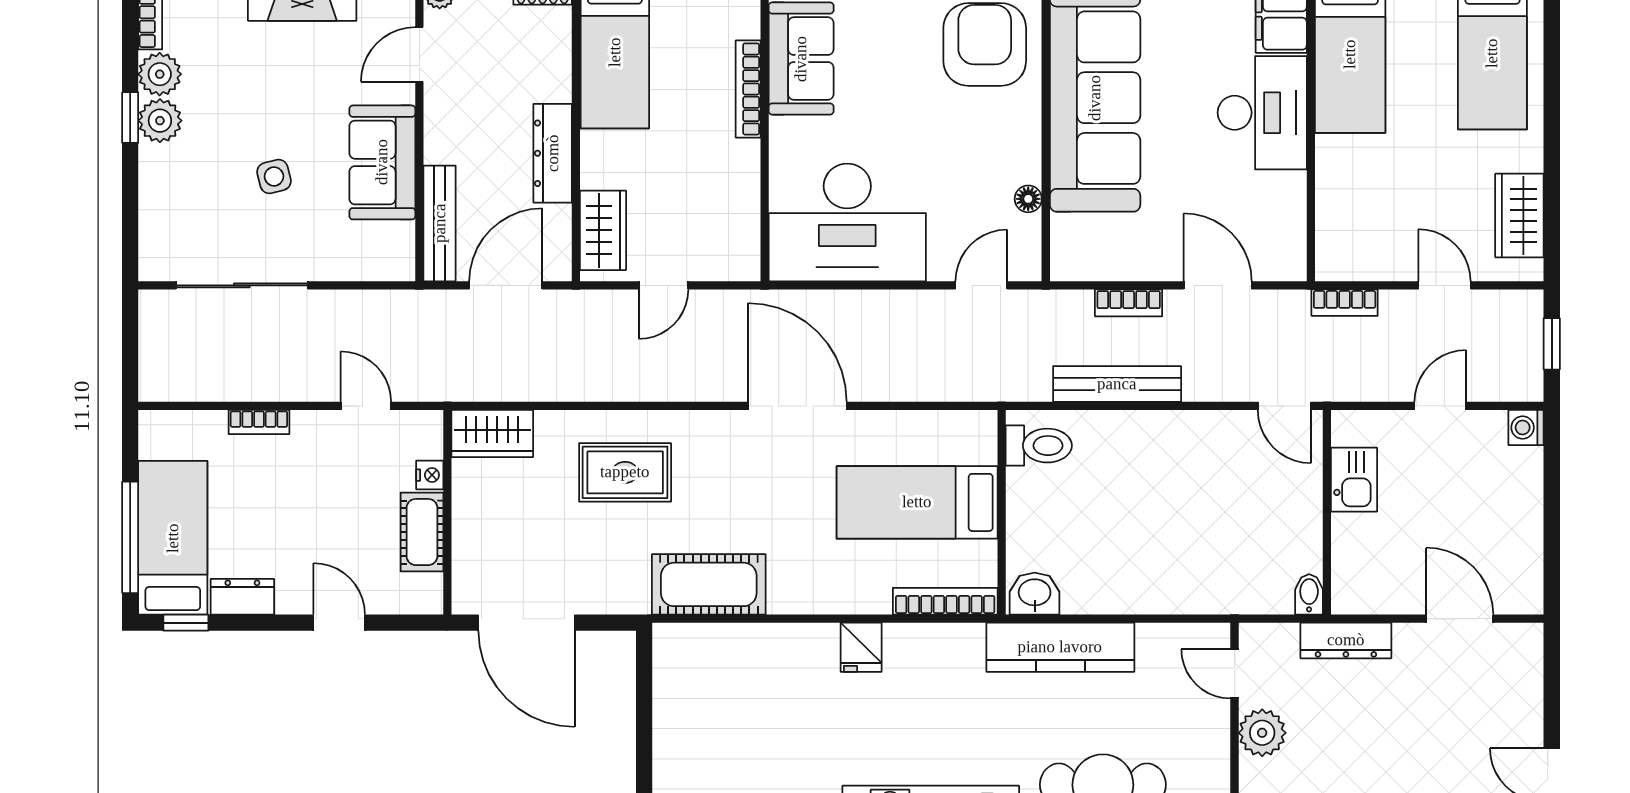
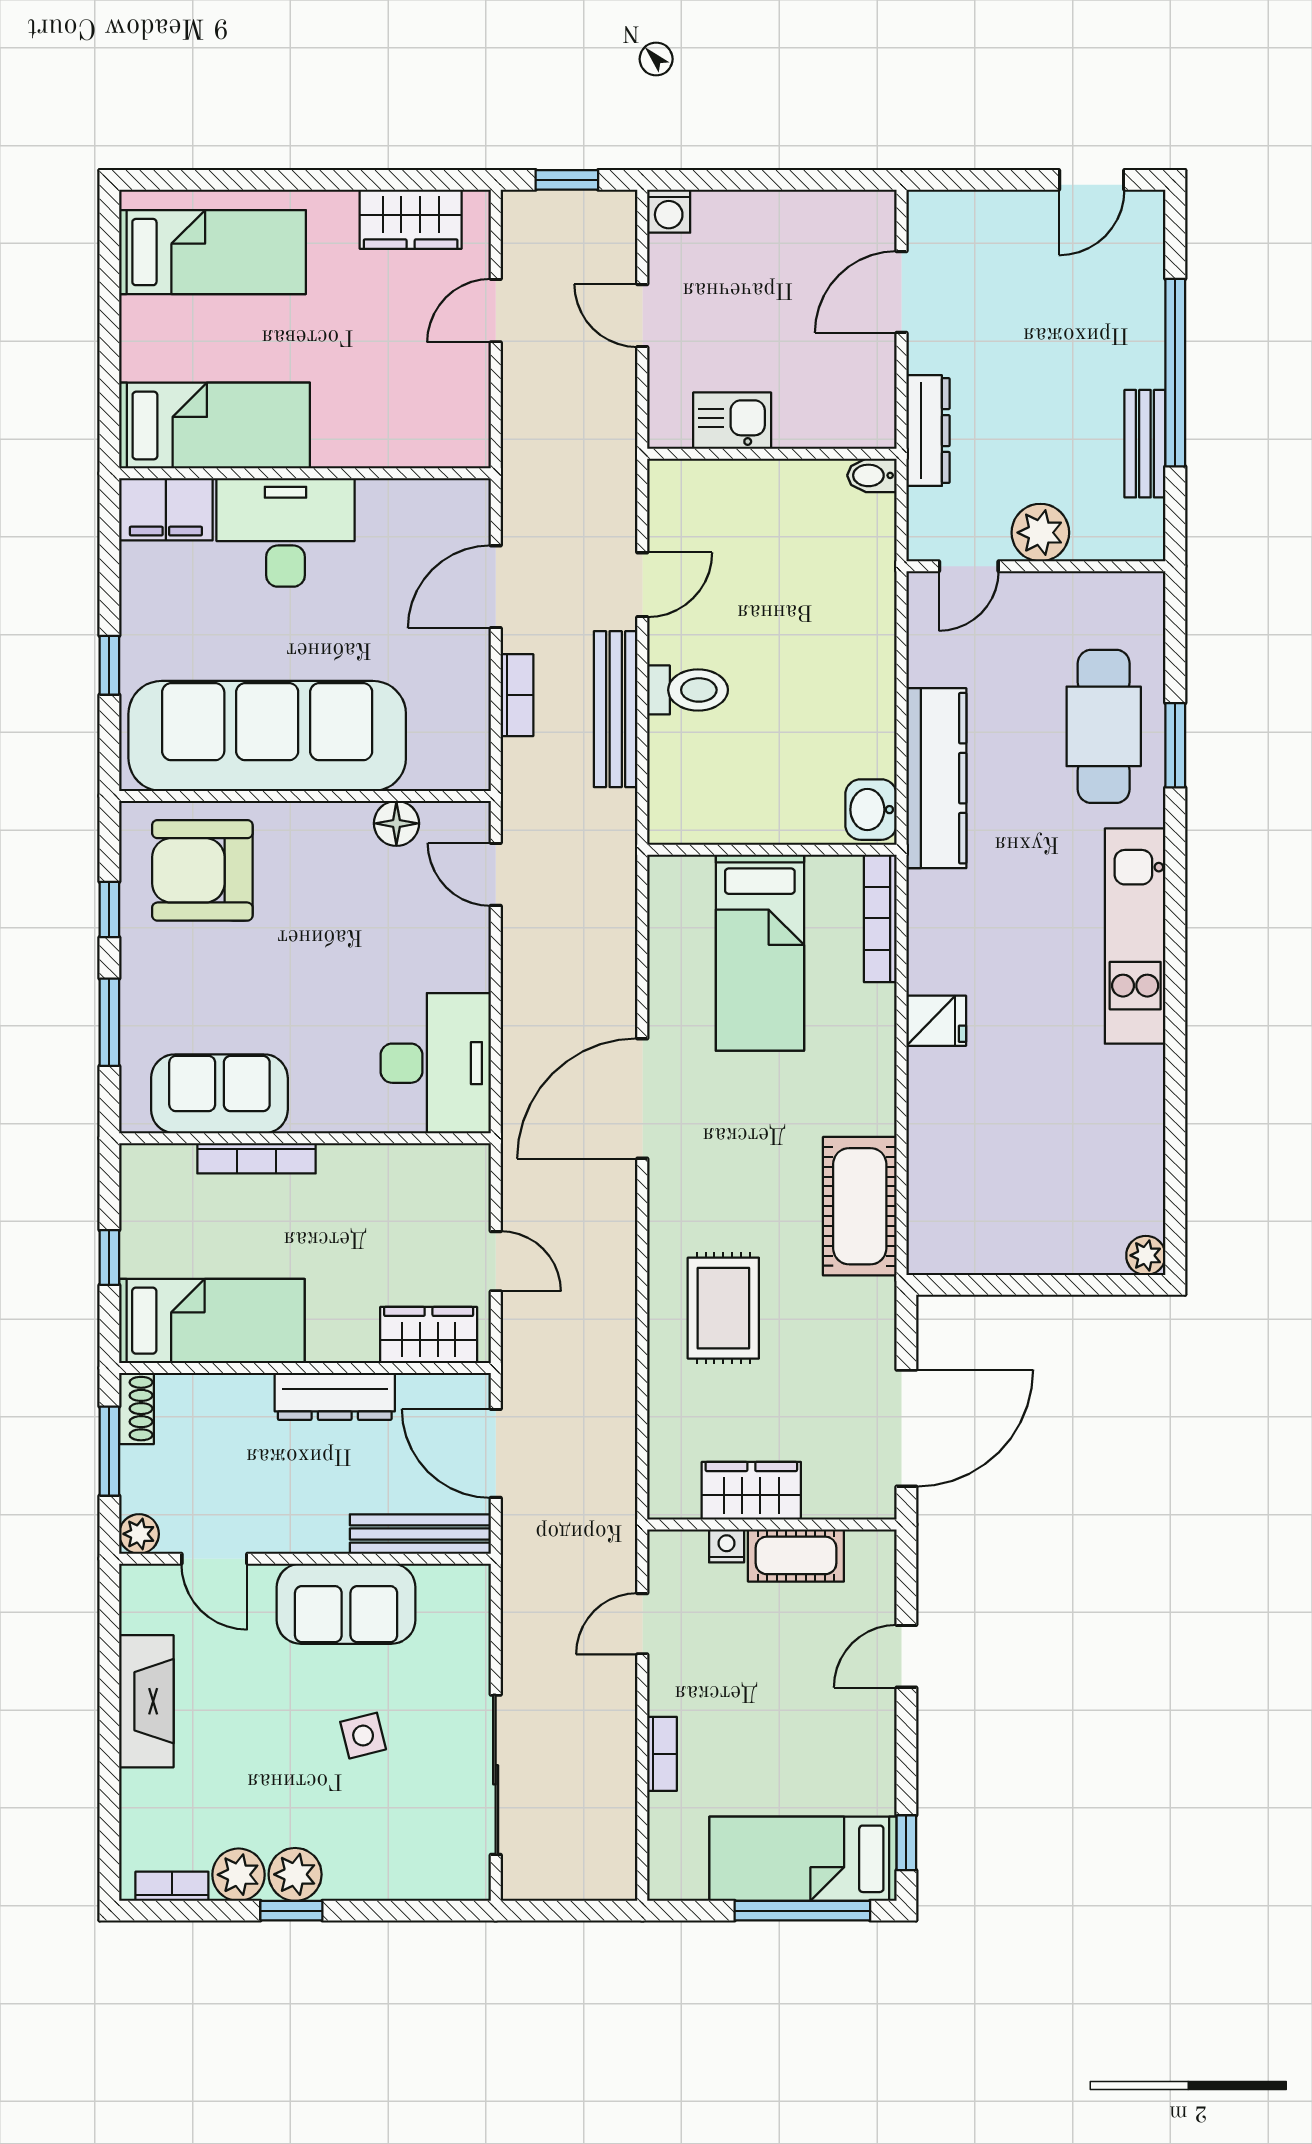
floor lamp: (1028, 199) -> (396, 823), width x1.37, depth x1.37
desk: (847, 223) -> (436, 1063), width x0.73, depth x0.77
bookcase: (1345, 303) -> (517, 432), removed
door: (1284, 406) -> (642, 585), moved
wardrobe: (492, 434) -> (751, 1491), moved, turned -90
toilet: (1039, 446) -> (688, 690), moved, turned 90
dresser: (242, 597) -> (875, 1774), removed

